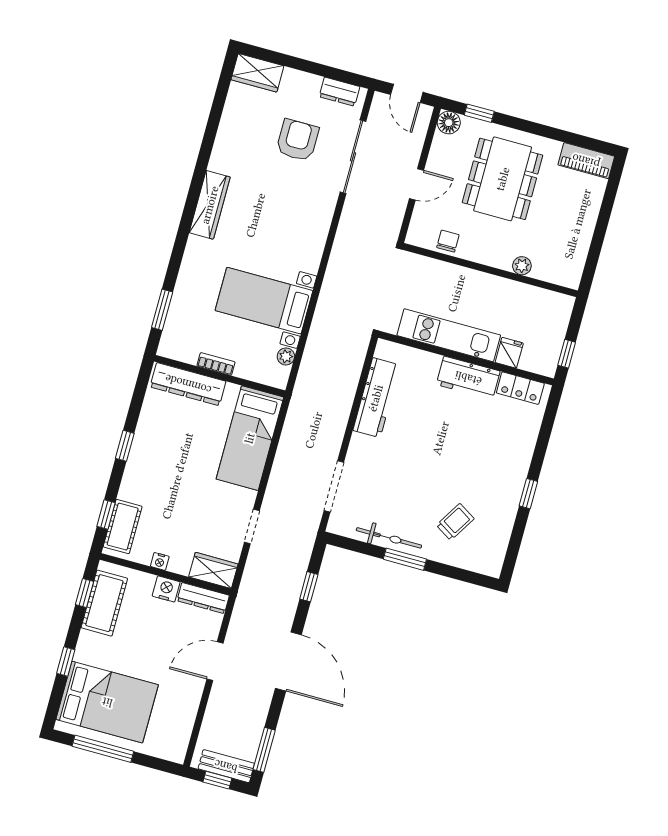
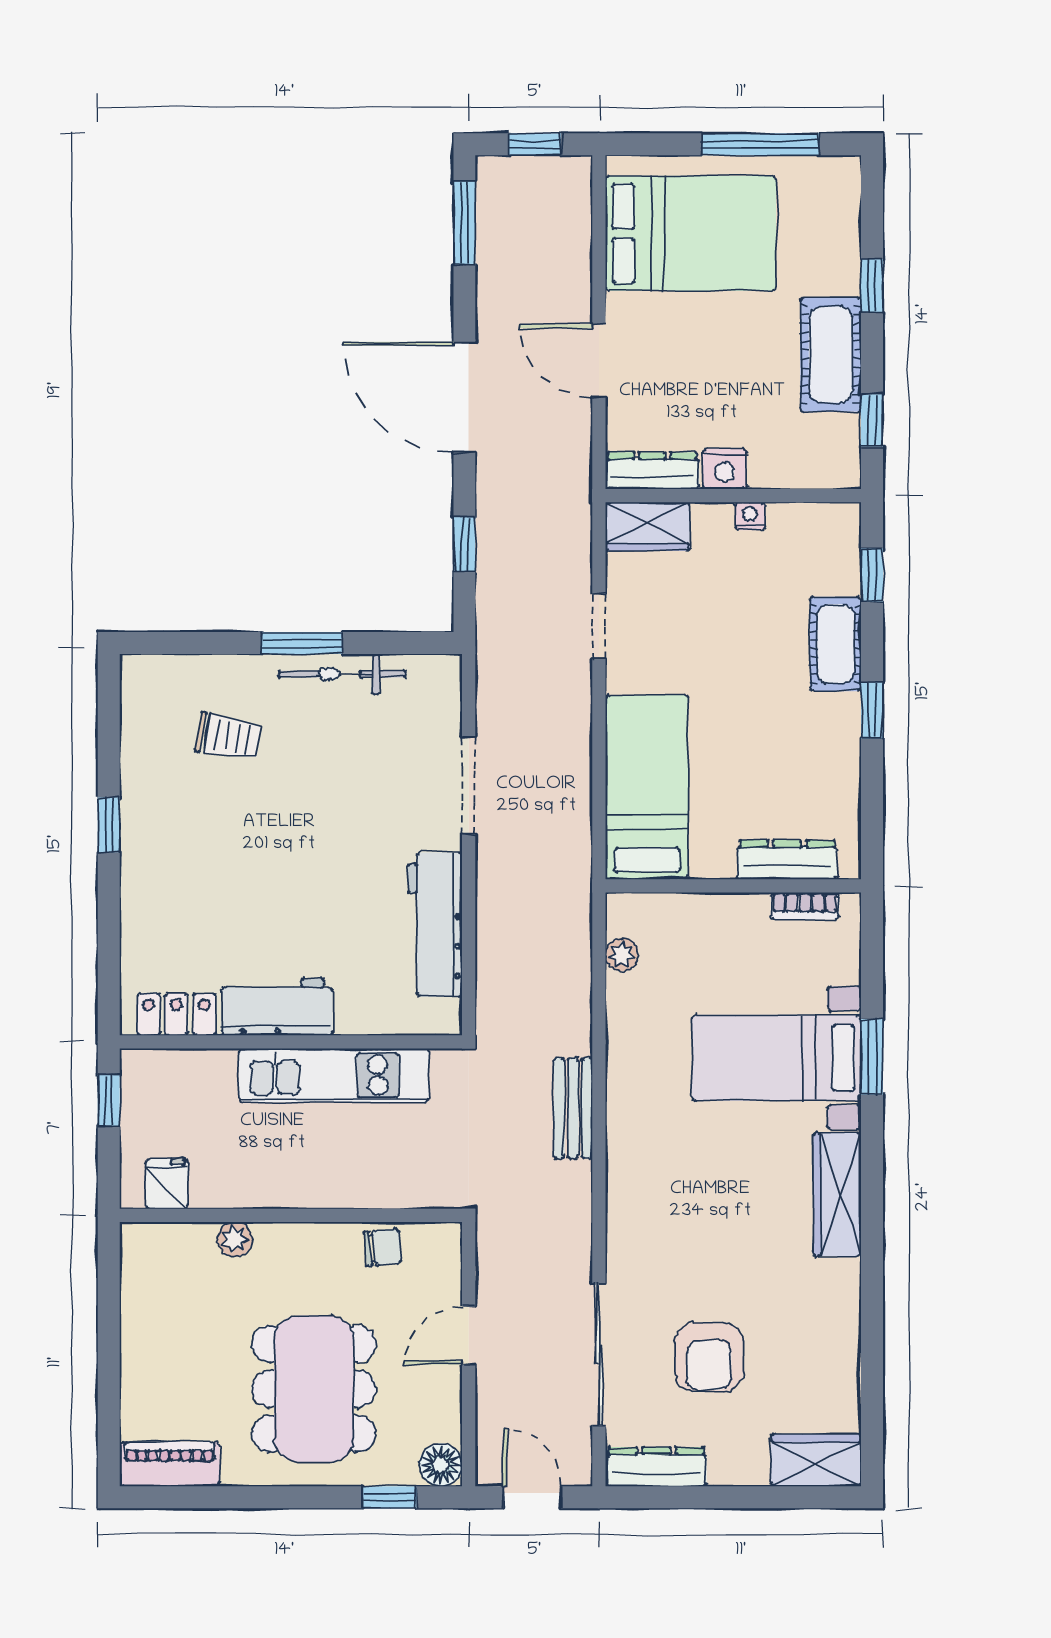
dresser: (339, 92) -> (656, 1467), width x1.44
chair: (448, 241) -> (383, 1247), turned -96
bed with nightstands: (264, 301) -> (777, 1058), moved, turned 180
window: (162, 310) -> (872, 1057), moved
fridge: (509, 353) -> (167, 1184), moved, turned 180
bookcase: (216, 364) -> (805, 906), moved
dresser: (188, 384) -> (787, 860), width x0.73, depth x0.80
doorway: (334, 486) -> (469, 785), moved
trolley: (455, 522) -> (229, 737), turned -112
cot: (123, 527) -> (836, 644), moved
cot: (104, 603) -> (831, 354), moved
door: (215, 661) -> (599, 361), swing flipped
bed: (107, 702) -> (691, 233), moved, turned 180
bench: (226, 766) -> (573, 1108), moved, turned 90

